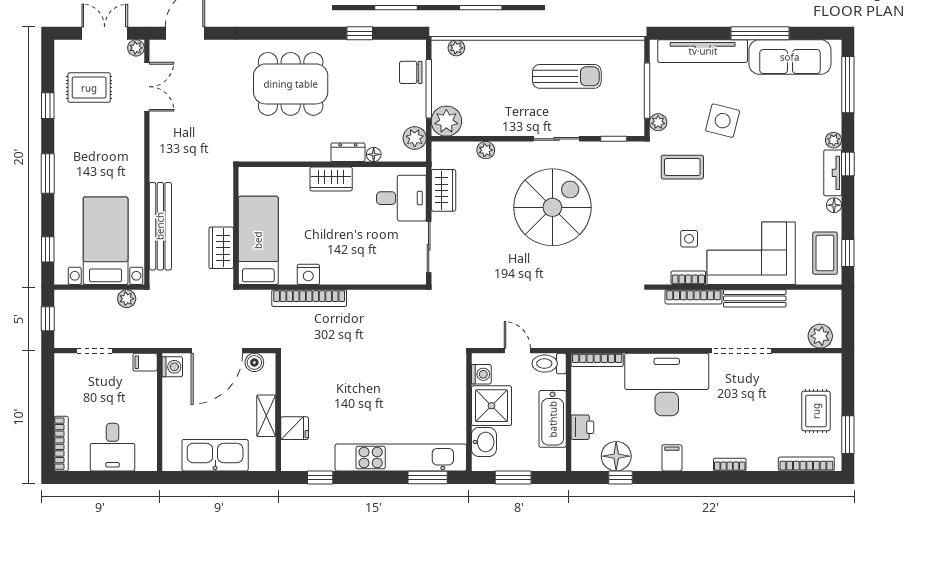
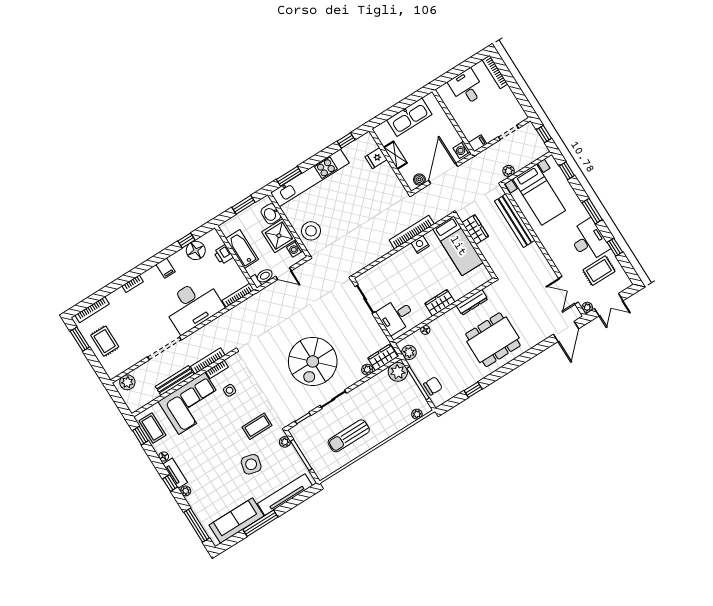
desk: (77, 137) -> (589, 241), added
dresser: (348, 152) -> (472, 302), moved, width x1.44
wardrobe: (443, 190) -> (383, 357), moved, turned 90
stool: (444, 385) -> (311, 231), added

